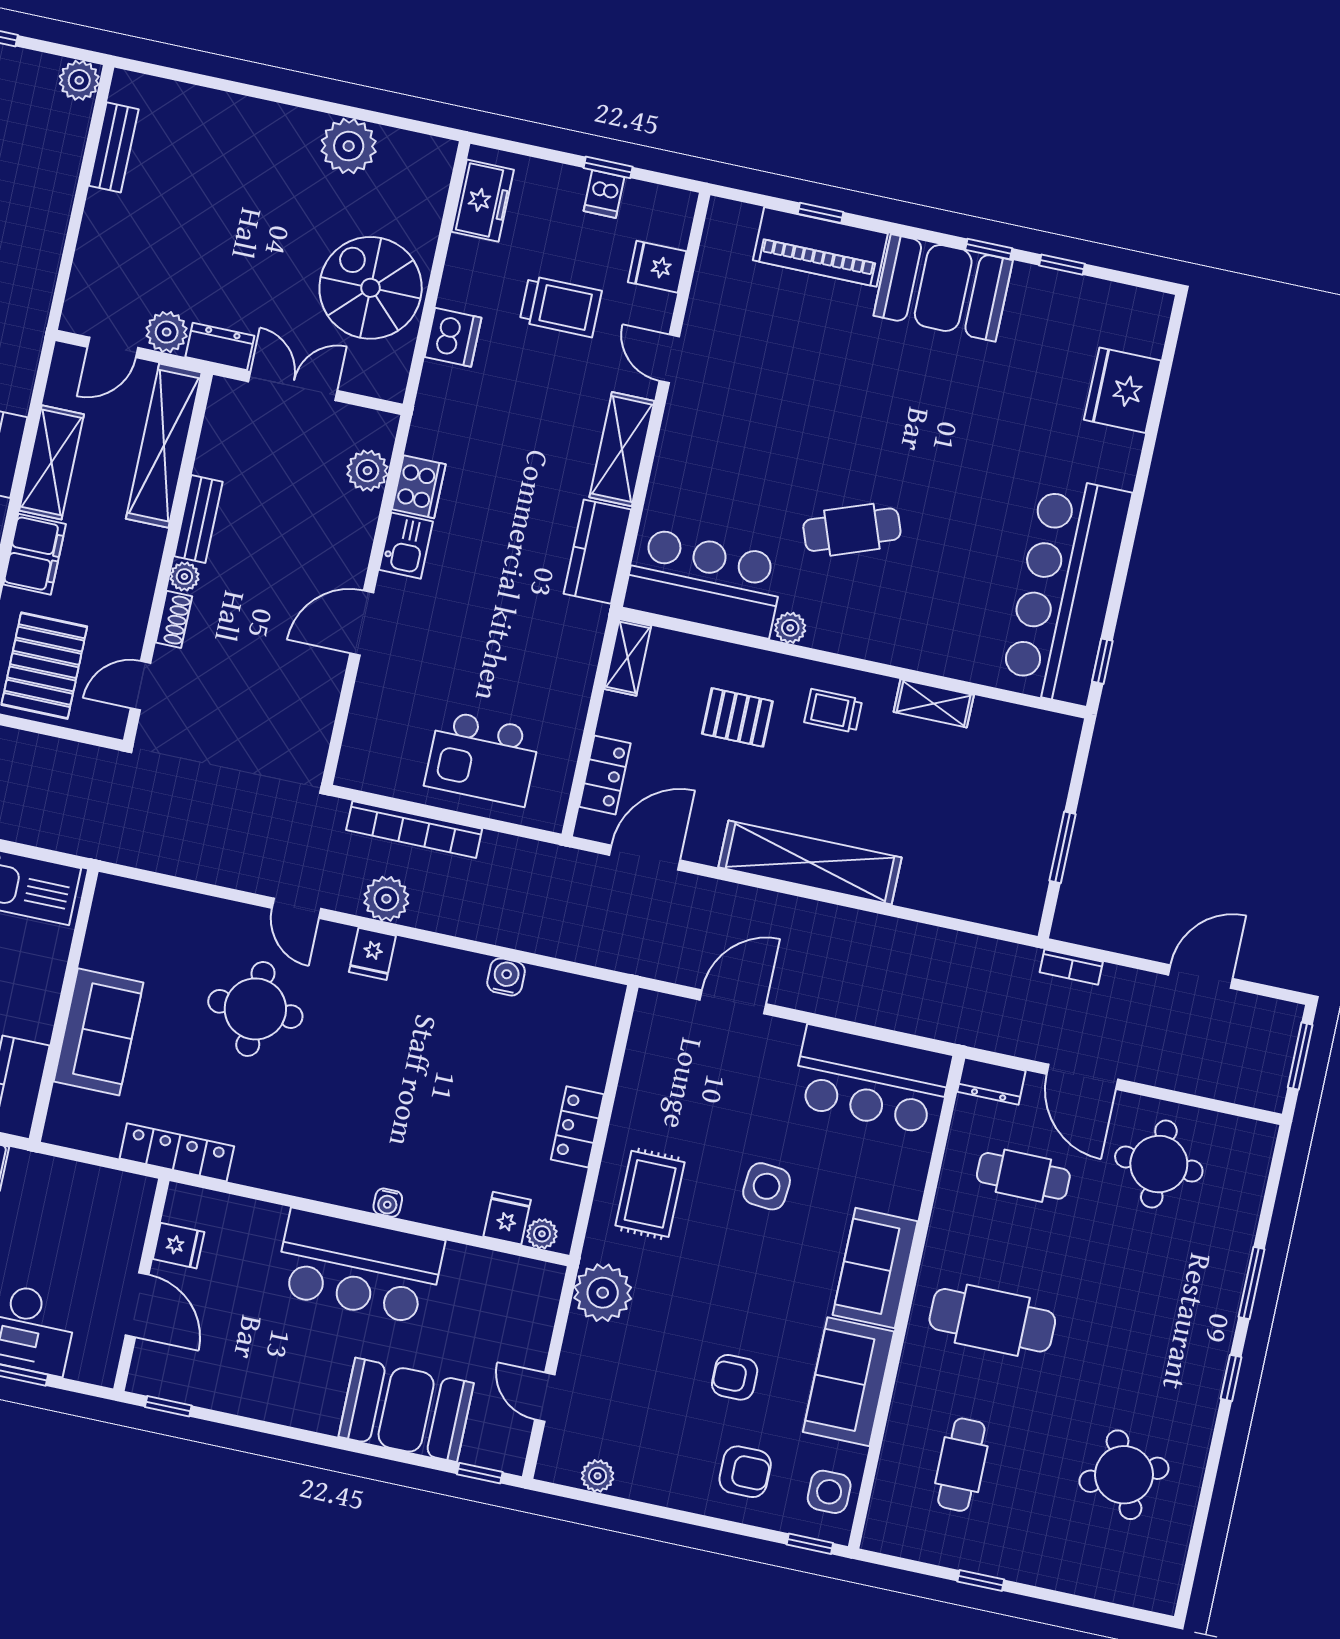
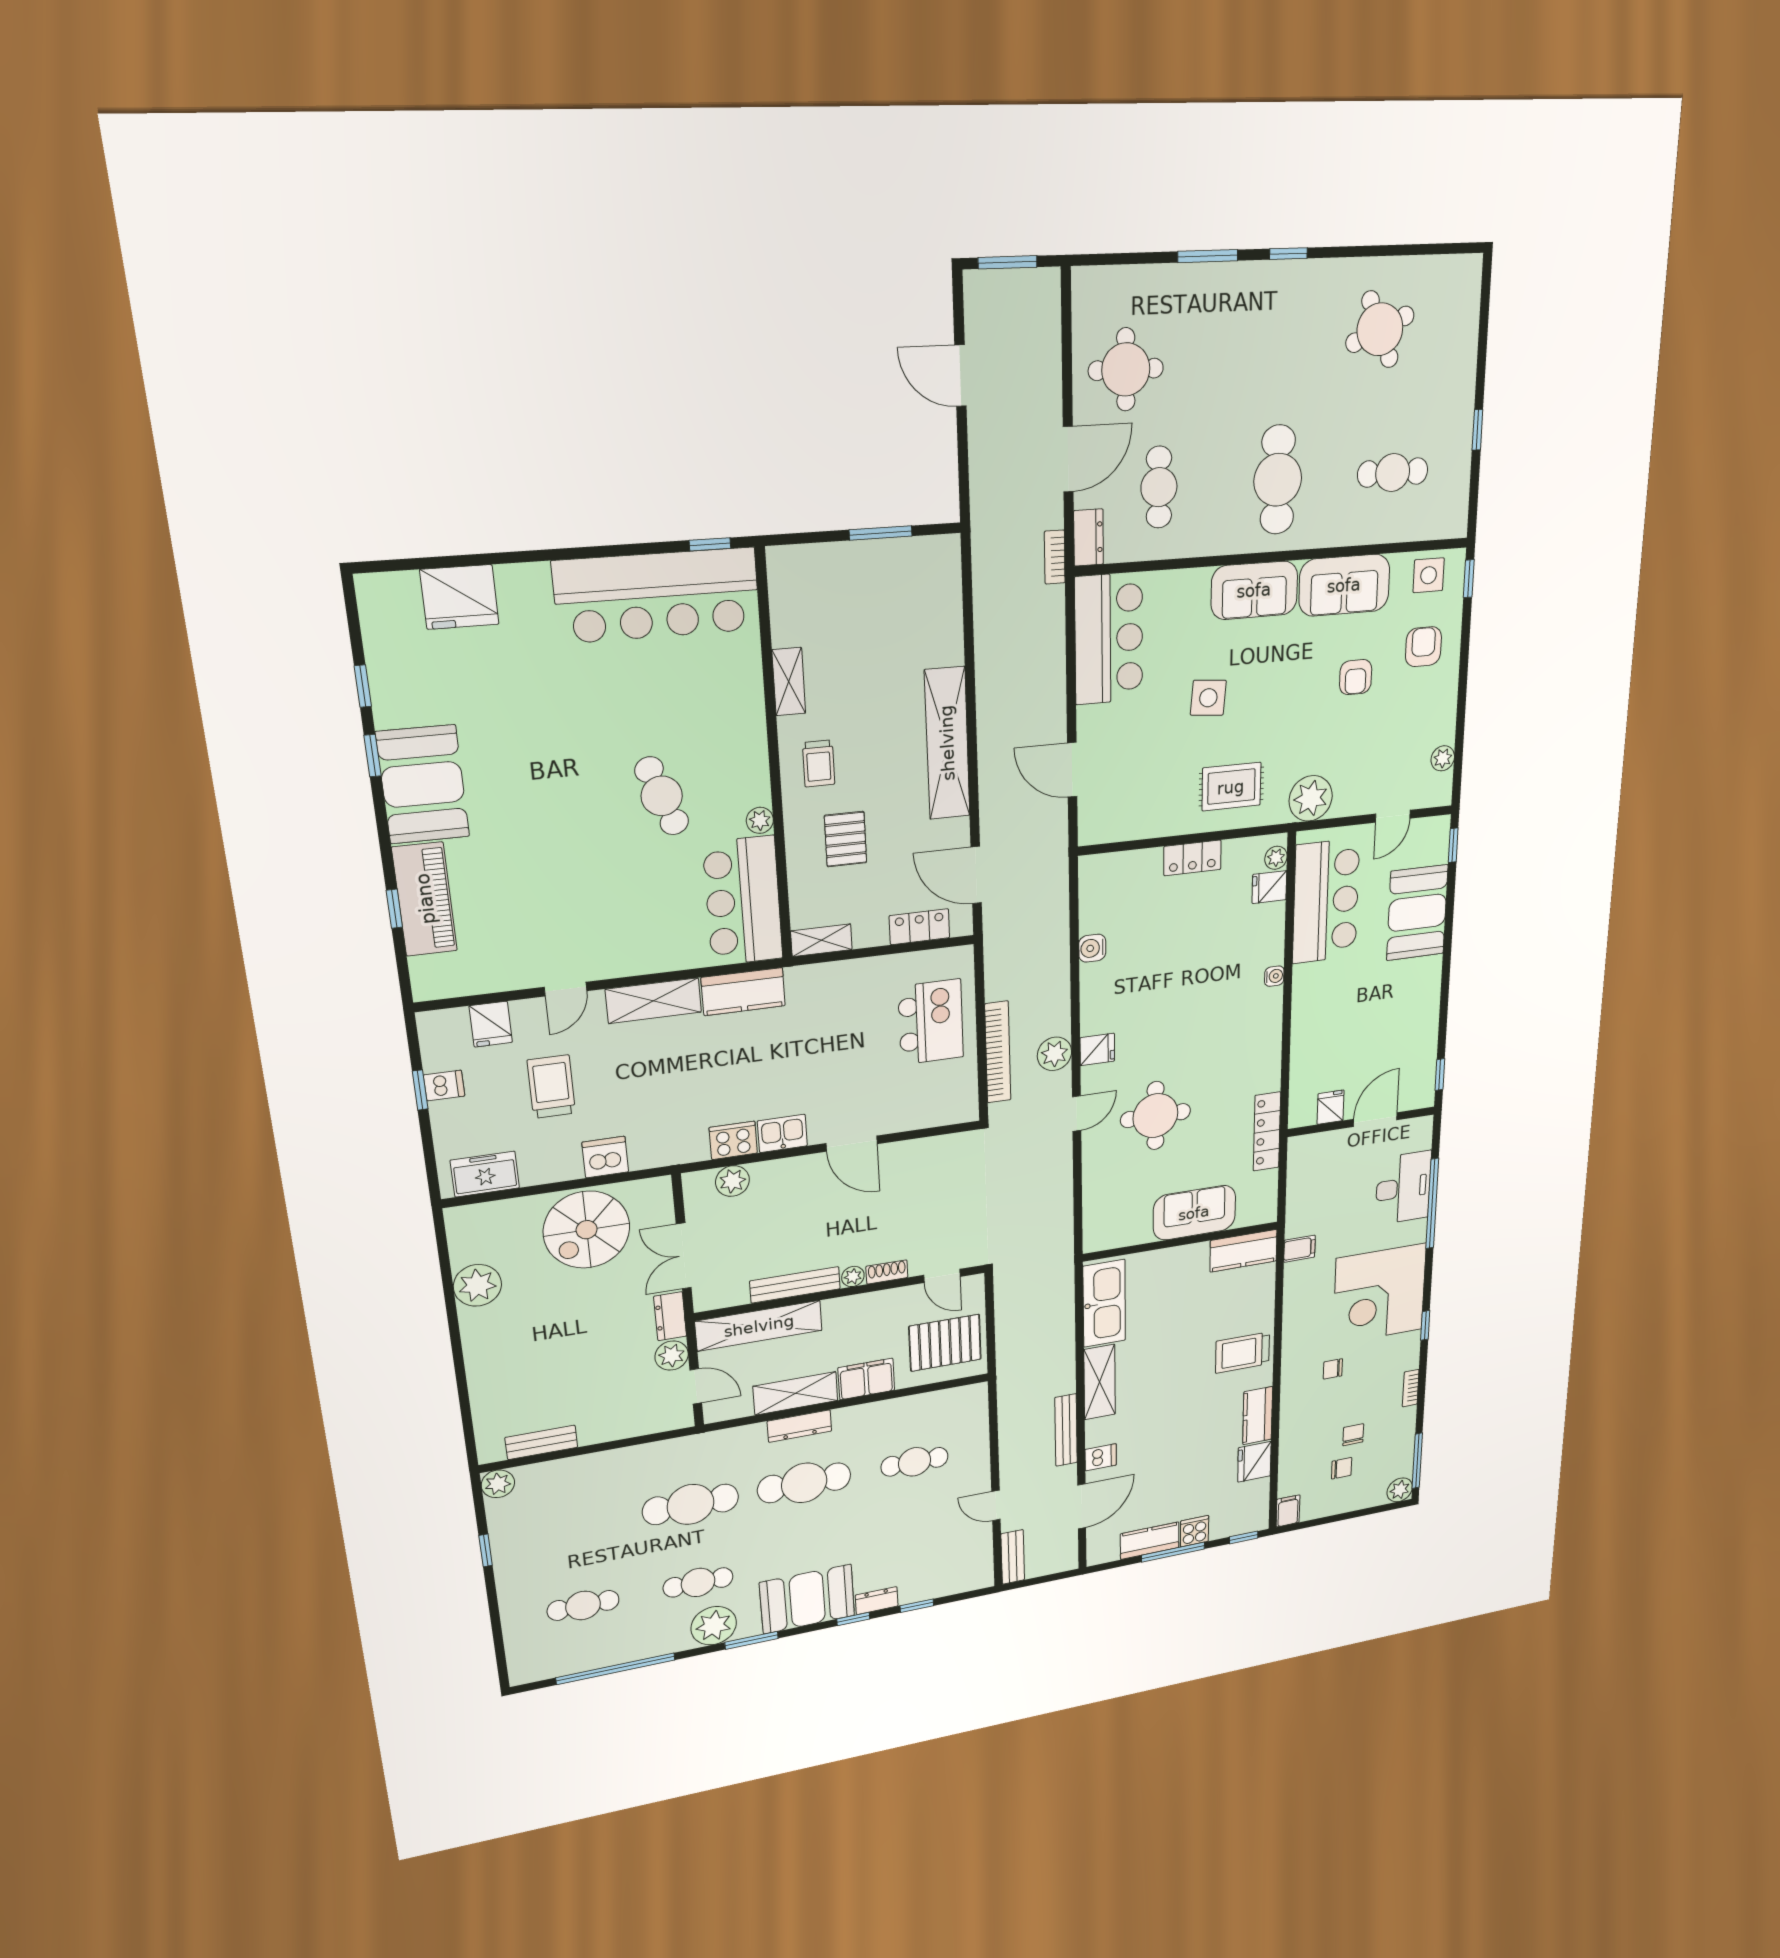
bench: (198, 519) -> (795, 1285), width x1.36
bookcase: (1071, 967) -> (1055, 557), moved, turned 180
bar counter: (359, 1267) -> (1326, 901), moved

